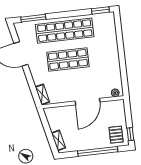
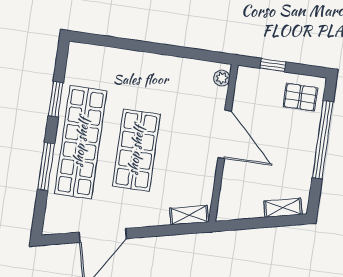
window: (100, 10) -> (56, 99), moved
window: (33, 18) -> (46, 166), moved
window: (130, 134) -> (273, 65), moved

